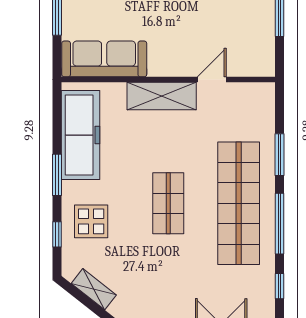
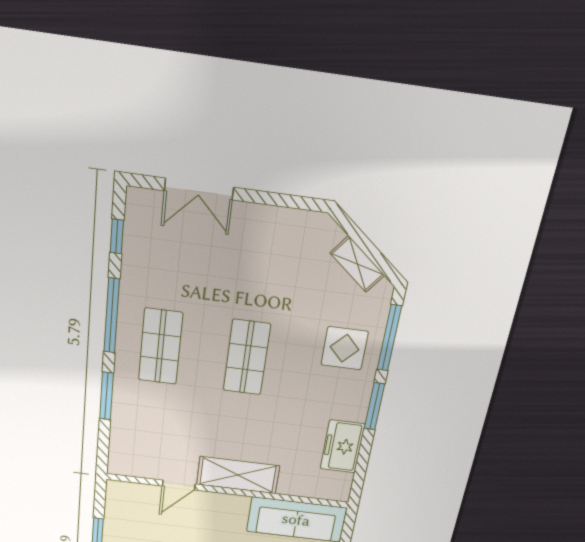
freezer: (81, 135) -> (343, 446), width x0.52, depth x0.79
shop shelf: (239, 203) -> (161, 347), width x0.50, depth x0.74
window: (57, 234) -> (389, 338), width x2.17

